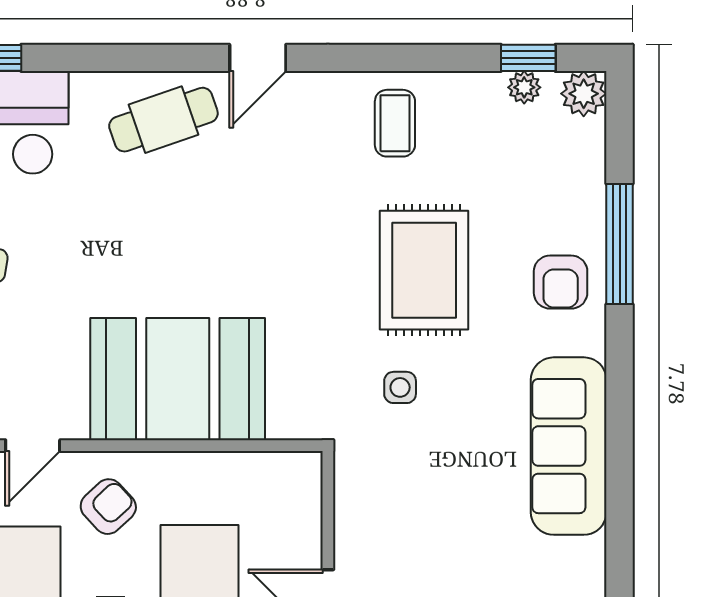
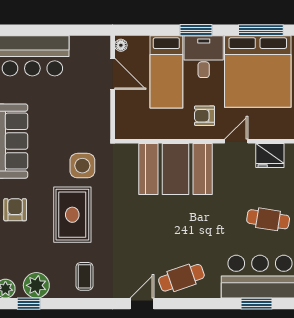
plant: (524, 87) -> (36, 285), width x1.88, depth x1.88
side table: (400, 387) -> (82, 166), width x1.87, depth x1.87
armchair: (108, 507) -> (205, 116), turned 43

